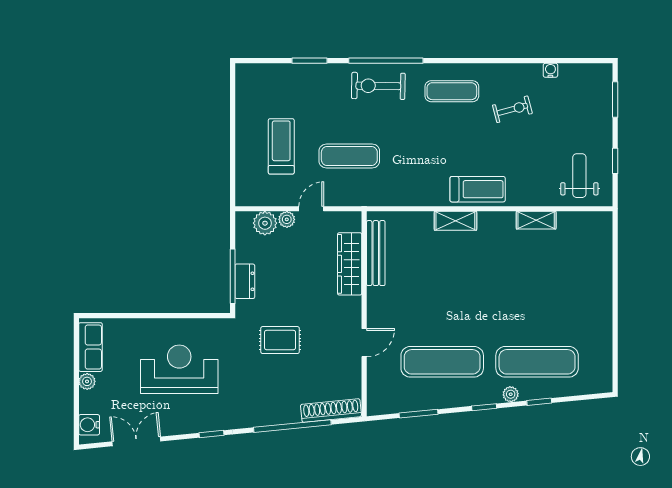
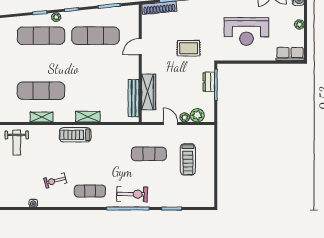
door: (311, 209) -> (171, 124), swing flipped
exercise mat: (537, 266) -> (41, 91), added
row of seats: (90, 347) -> (290, 54), moved, turned 90

